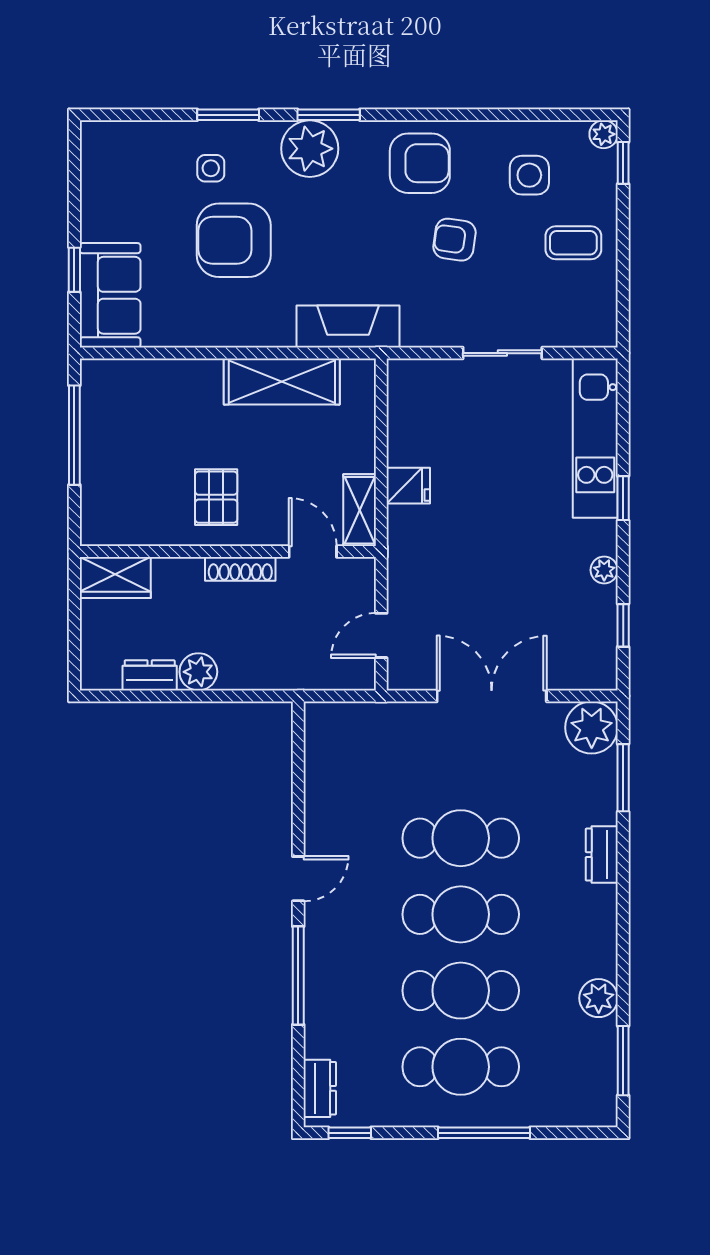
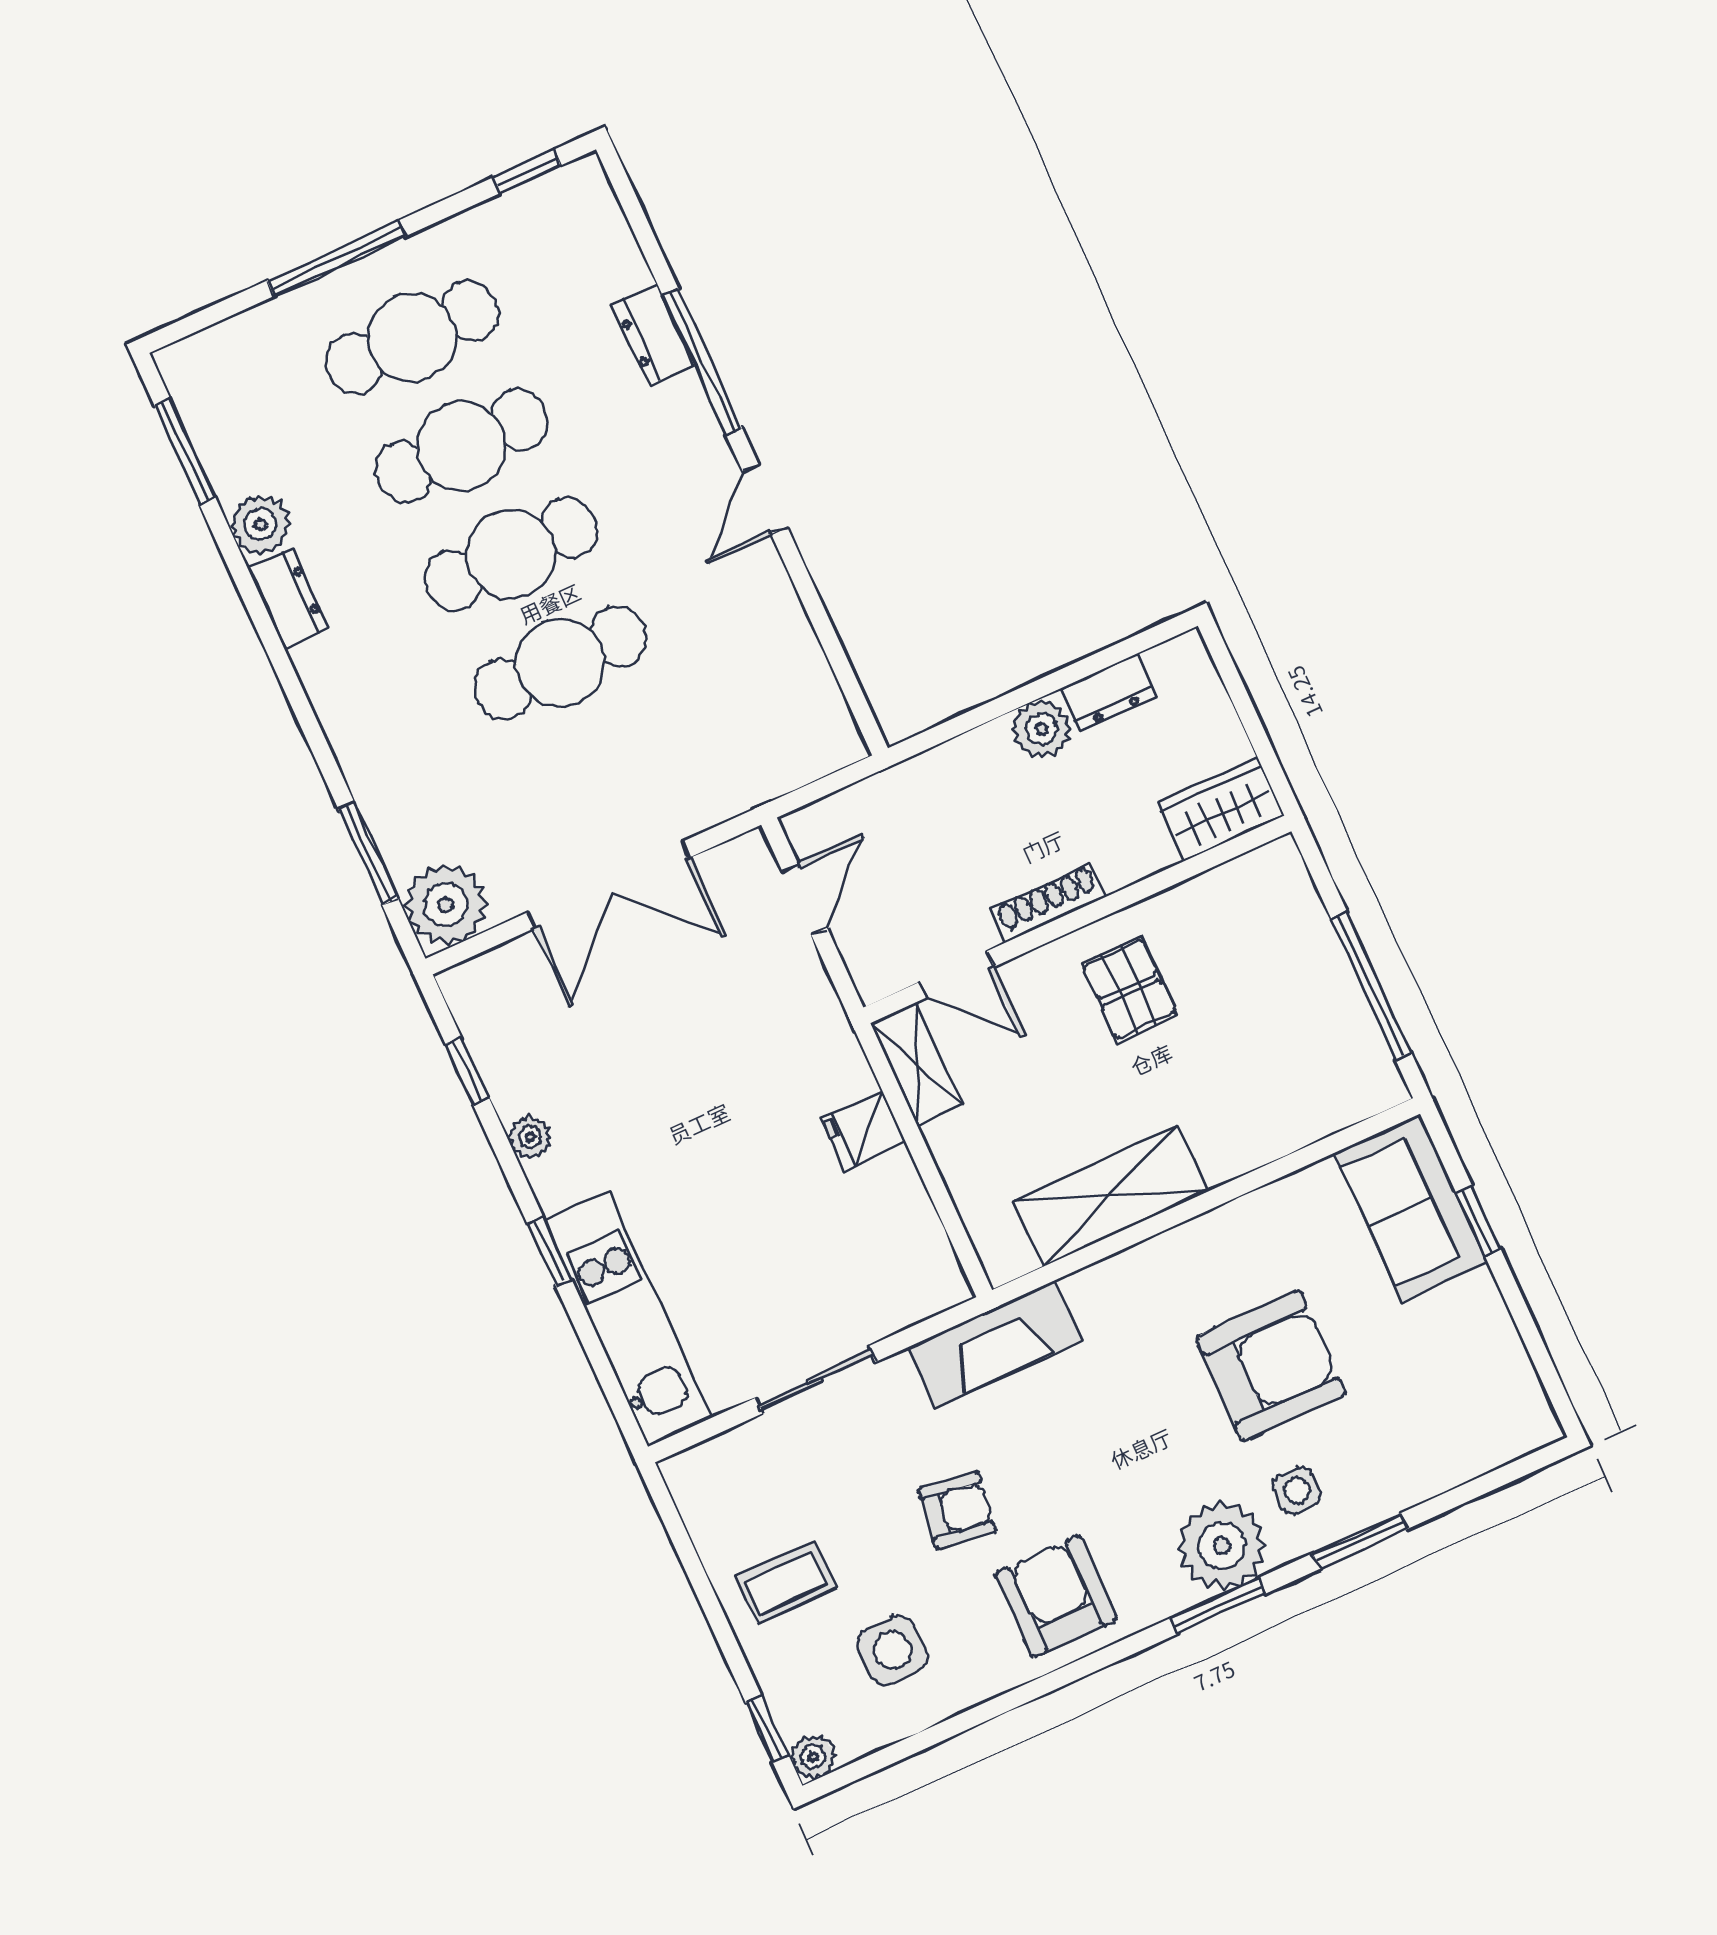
armchair: (420, 163) -> (1056, 1596), turned 90
side table: (211, 168) -> (1297, 1490), moved
fireplace: (348, 326) -> (995, 1344), moved
dresser: (602, 855) -> (288, 598), moved
dresser: (320, 1088) -> (653, 335), moved

